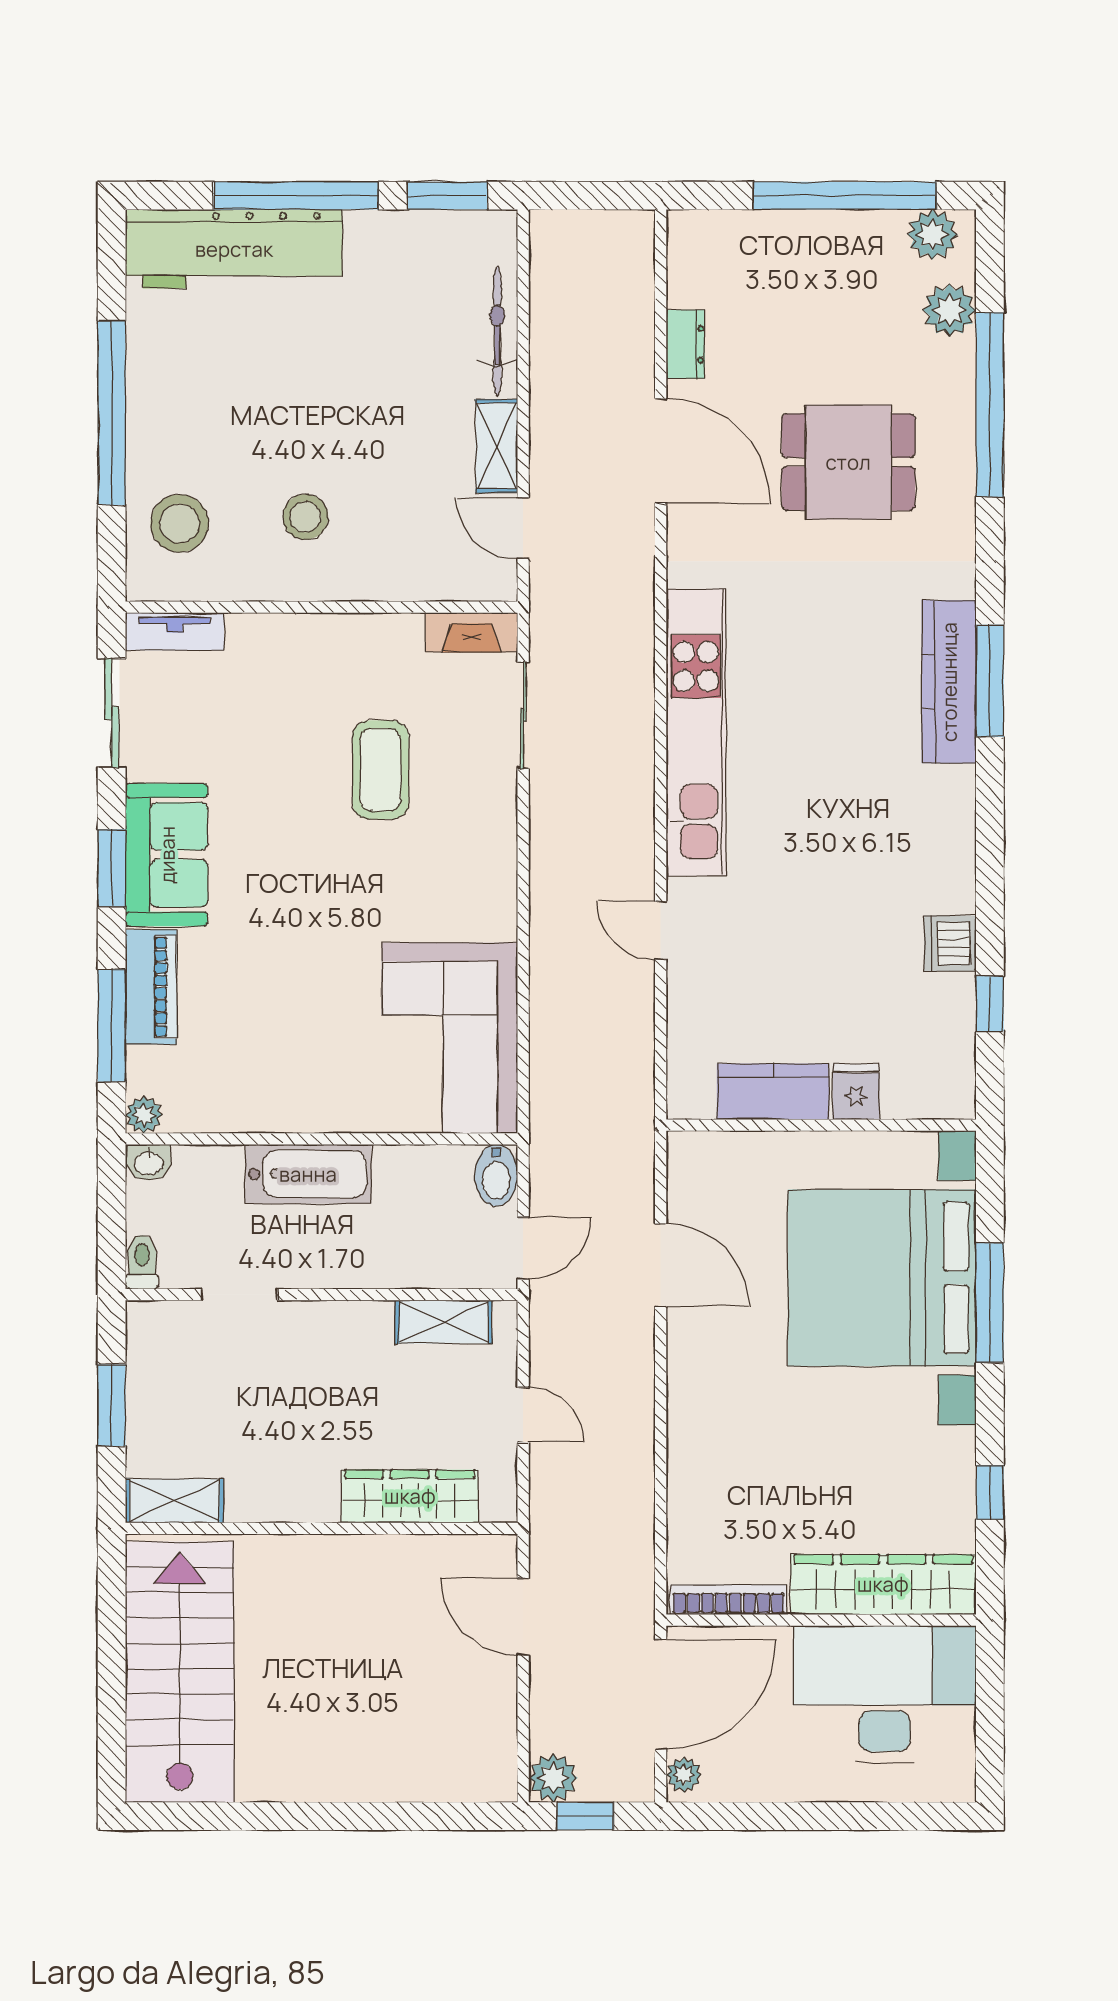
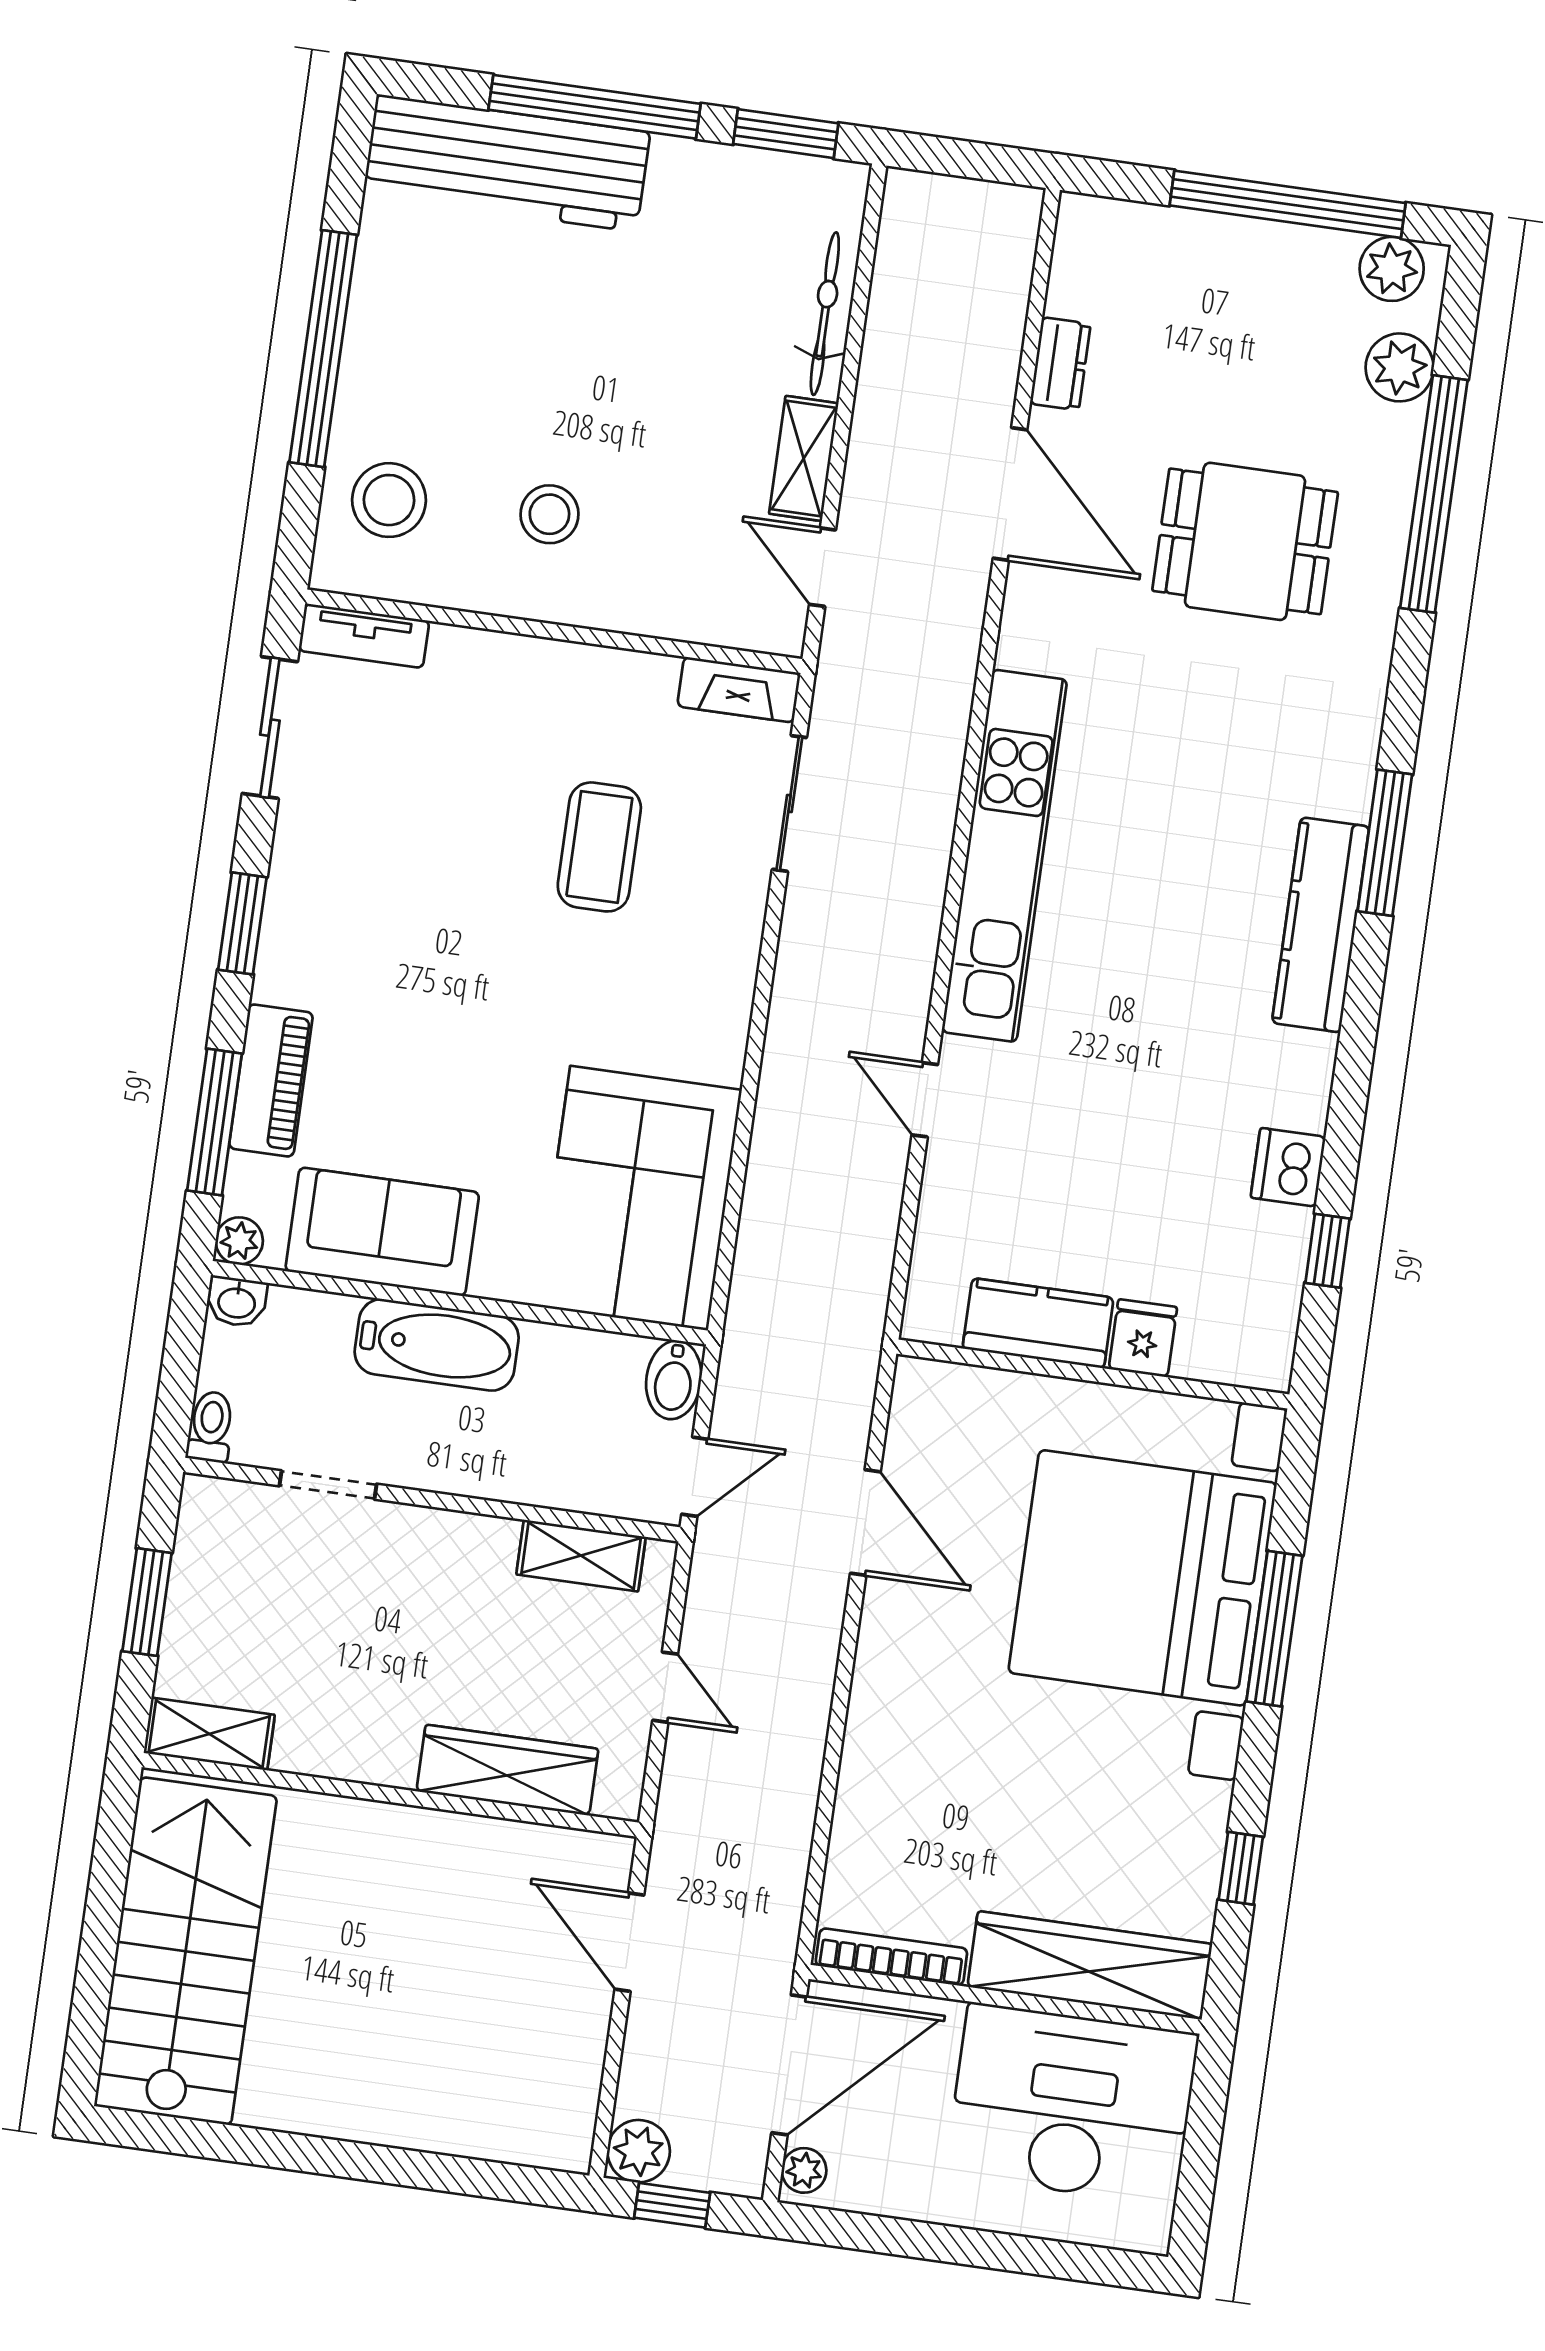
kitchen counter: (949, 682) -> (1321, 925), moved
sofa: (167, 855) -> (382, 1232), moved, turned -90

